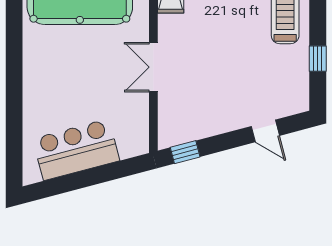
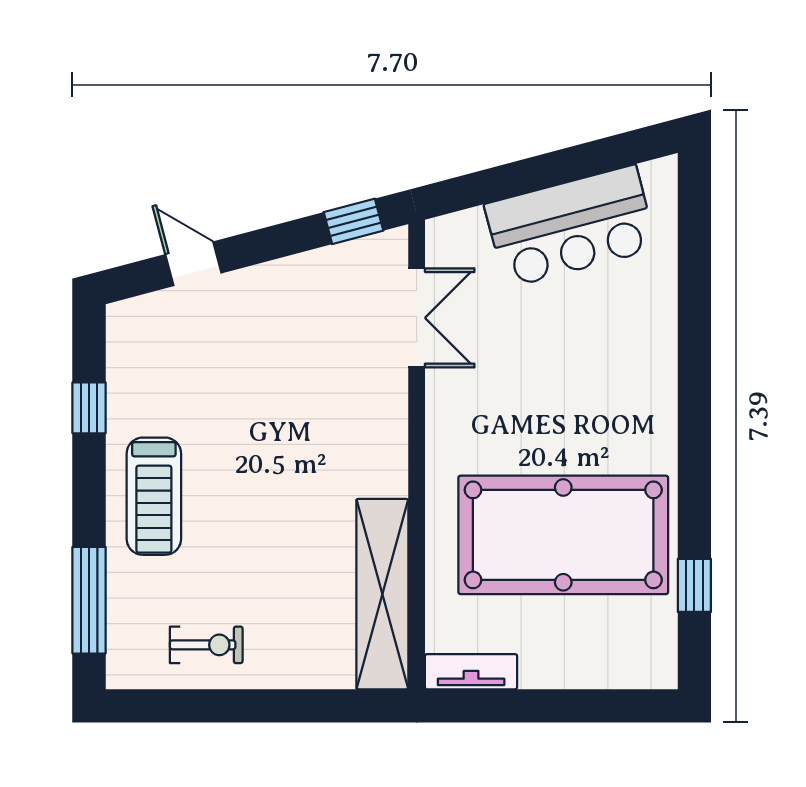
double door: (153, 67) -> (417, 318), moved

